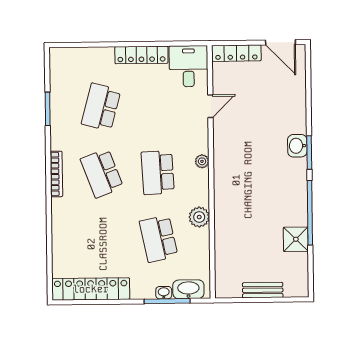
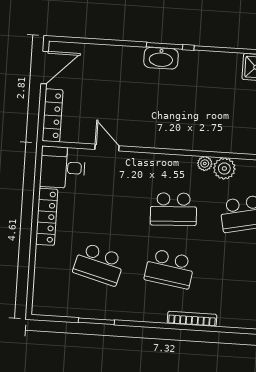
washbasin: (297, 146) -> (161, 58), width x1.38
plant: (202, 161) -> (205, 164), moved
school desk: (102, 173) -> (170, 269), turned 30
bookcase: (56, 174) -> (192, 319), moved

